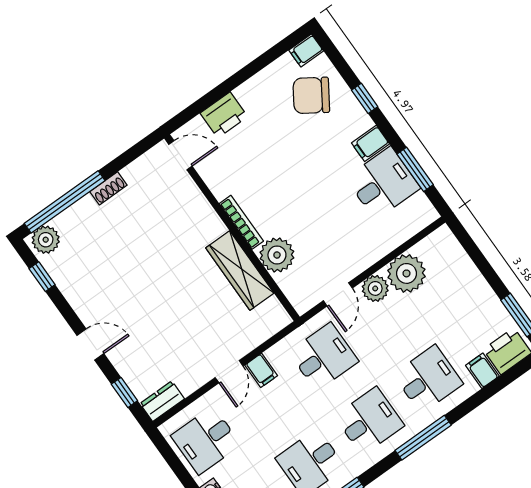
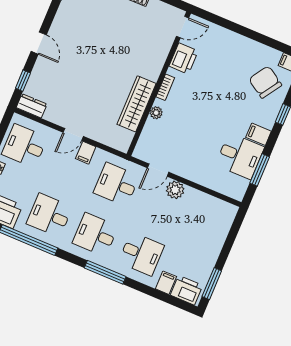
printer: (224, 115) -> (184, 58), moved, turned -90
door: (180, 155) -> (183, 27), hinge flipped
bookcase: (241, 222) -> (165, 87), width x0.64
plant: (277, 255) -> (156, 113), width x0.53, depth x0.53
plant: (406, 273) -> (195, 203), removed
desk: (324, 357) -> (116, 184), turned 180
desk: (369, 421) -> (95, 235), turned 180

